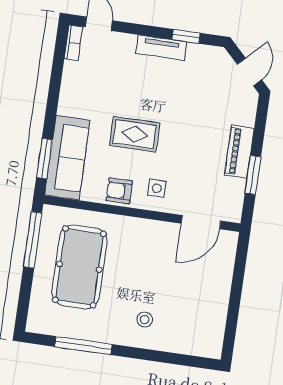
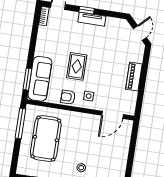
window: (186, 36) -> (87, 10), moved
rug: (135, 134) -> (77, 66), turned 90
window: (253, 175) -> (141, 89), removed

